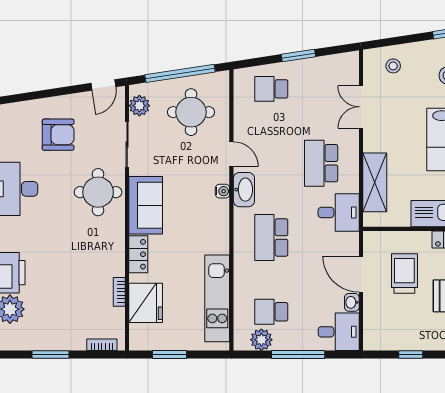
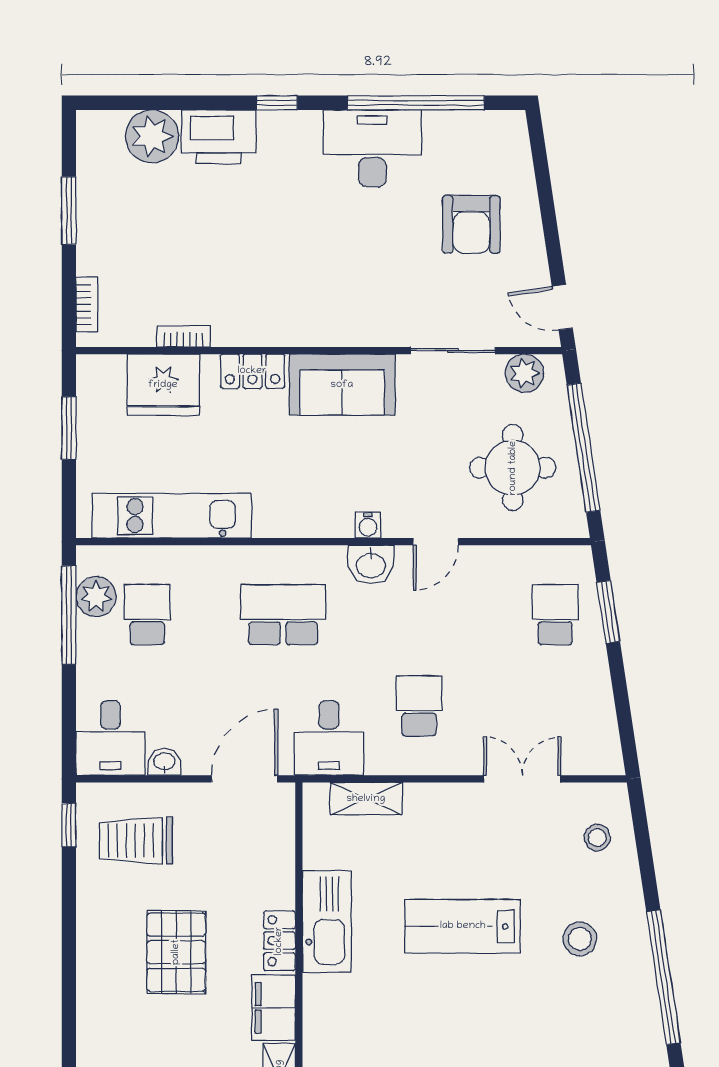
window: (298, 56) -> (608, 612), moved
school desk: (321, 163) -> (419, 706), width x0.54
shelving: (375, 182) -> (366, 799), width x0.67, depth x0.75
washbasin: (244, 190) -> (371, 565), width x0.72
round table: (98, 192) -> (366, 298), removed
trolley: (404, 273) -> (136, 841), moved, turned 180
door: (361, 274) -> (245, 779), moved
window: (298, 355) -> (69, 615), moved
window: (411, 355) -> (69, 825), moved

